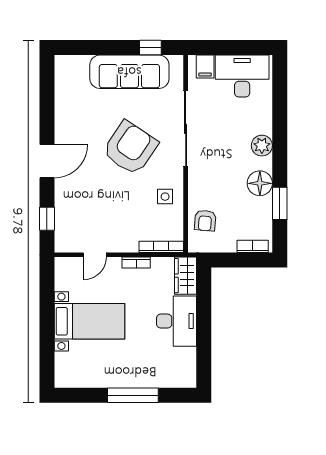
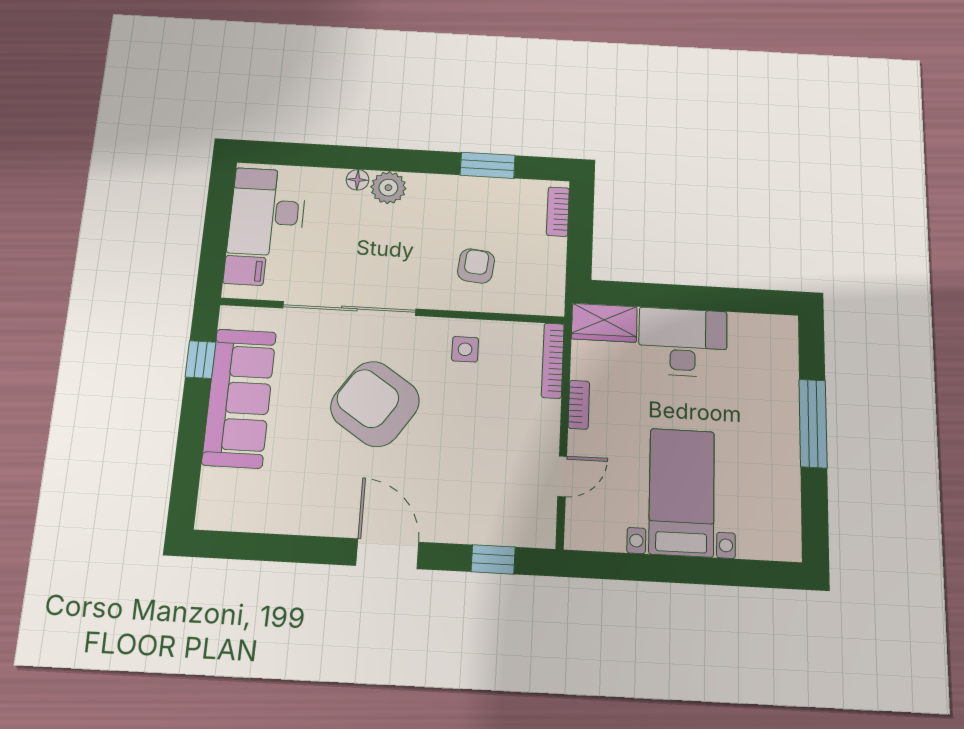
floor lamp: (260, 183) -> (357, 180), moved, width x0.53, depth x0.53
armchair: (205, 221) -> (476, 266), moved, turned -89
door: (95, 255) -> (562, 476), hinge flipped

